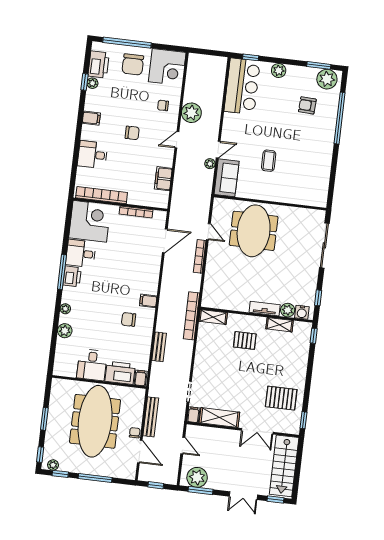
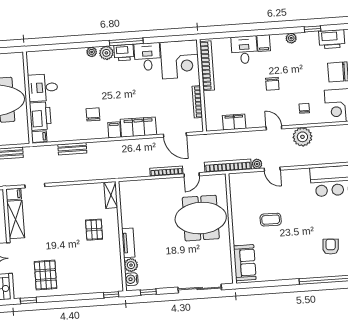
plant: (92, 83) -> (291, 38), moved
filing cabinet: (91, 118) -> (264, 43), moved
sofa: (227, 178) -> (245, 263), moved, turned -90
filing cabinet: (150, 276) -> (138, 127), added
bookcase: (191, 316) -> (228, 166), moved
shelving: (280, 325) -> (116, 260), removed
plant: (65, 331) -> (106, 53), moved

